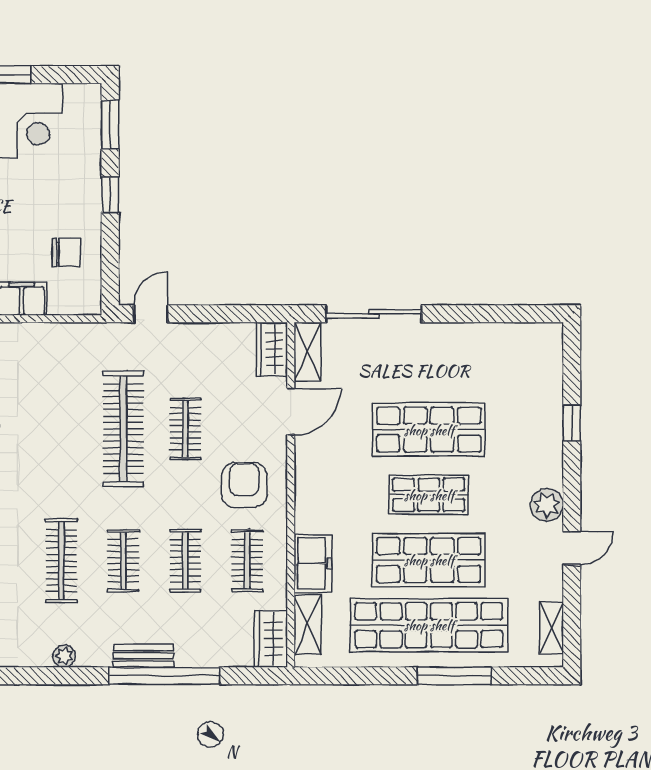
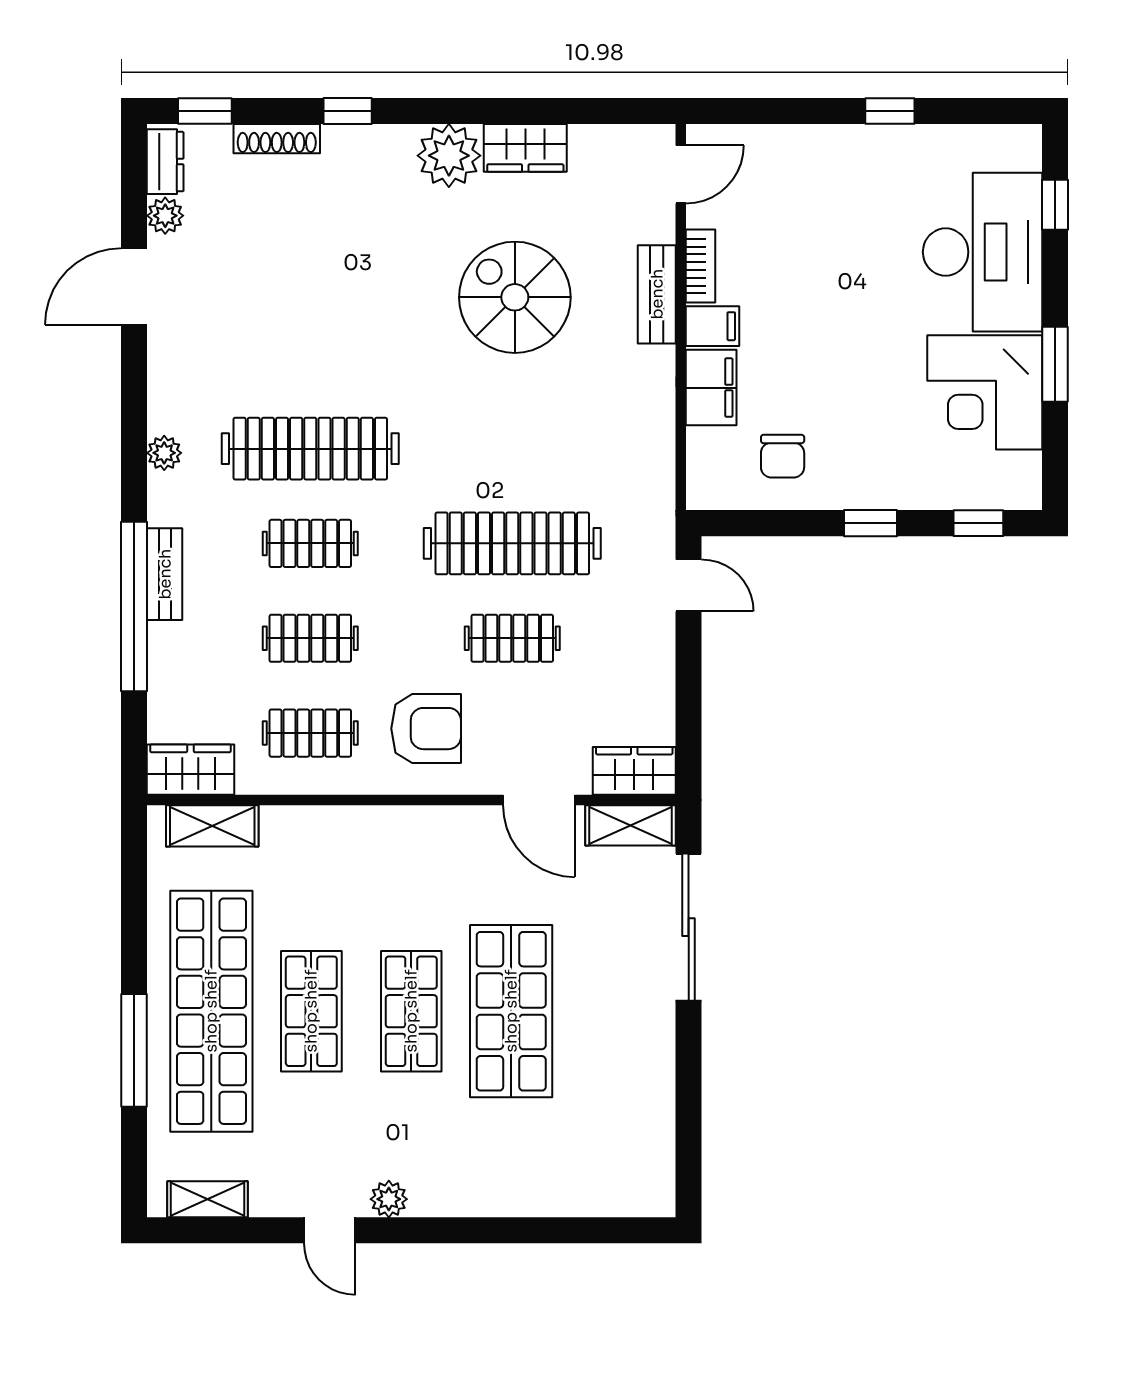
window: (110, 125) -> (978, 523), width x0.67
window: (572, 423) -> (521, 1230), removed
plant: (547, 505) -> (389, 1199), width x0.73, depth x0.73
shop shelf: (429, 560) -> (311, 1011), width x0.70, depth x0.74
clothes rail: (61, 561) -> (310, 449), width x1.37, depth x1.31
freezer: (313, 563) -> (306, 834), removed

